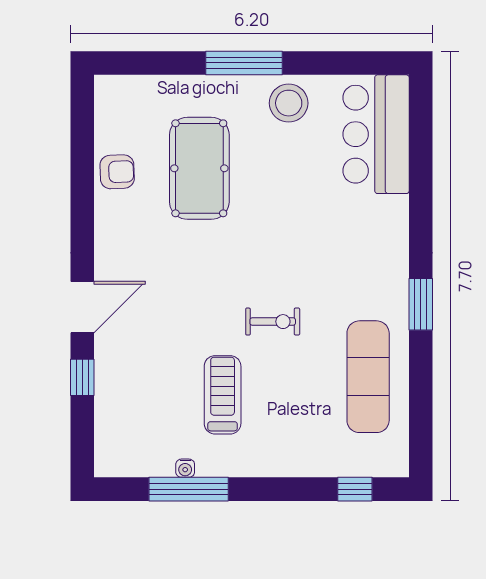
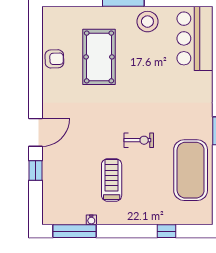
exercise mat: (368, 377) -> (191, 170), width x1.47
window: (189, 489) -> (74, 231), moved
window: (355, 489) -> (166, 231), moved

